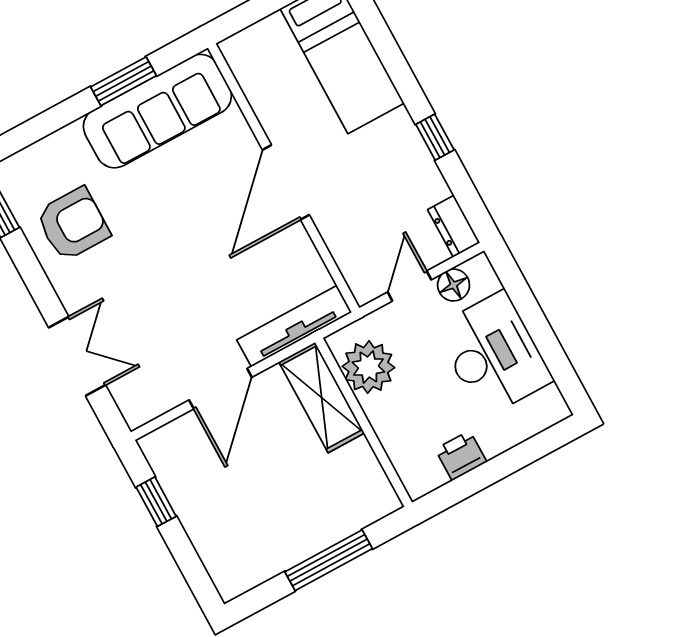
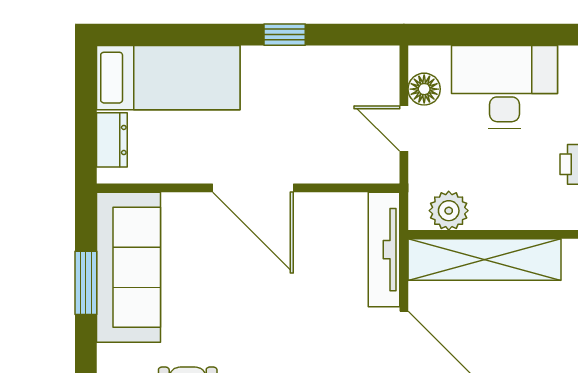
dresser: (454, 226) -> (112, 140), moved, turned -90
plant: (368, 367) -> (449, 211), width x0.73, depth x0.73
shelving: (322, 397) -> (485, 260), width x1.47

